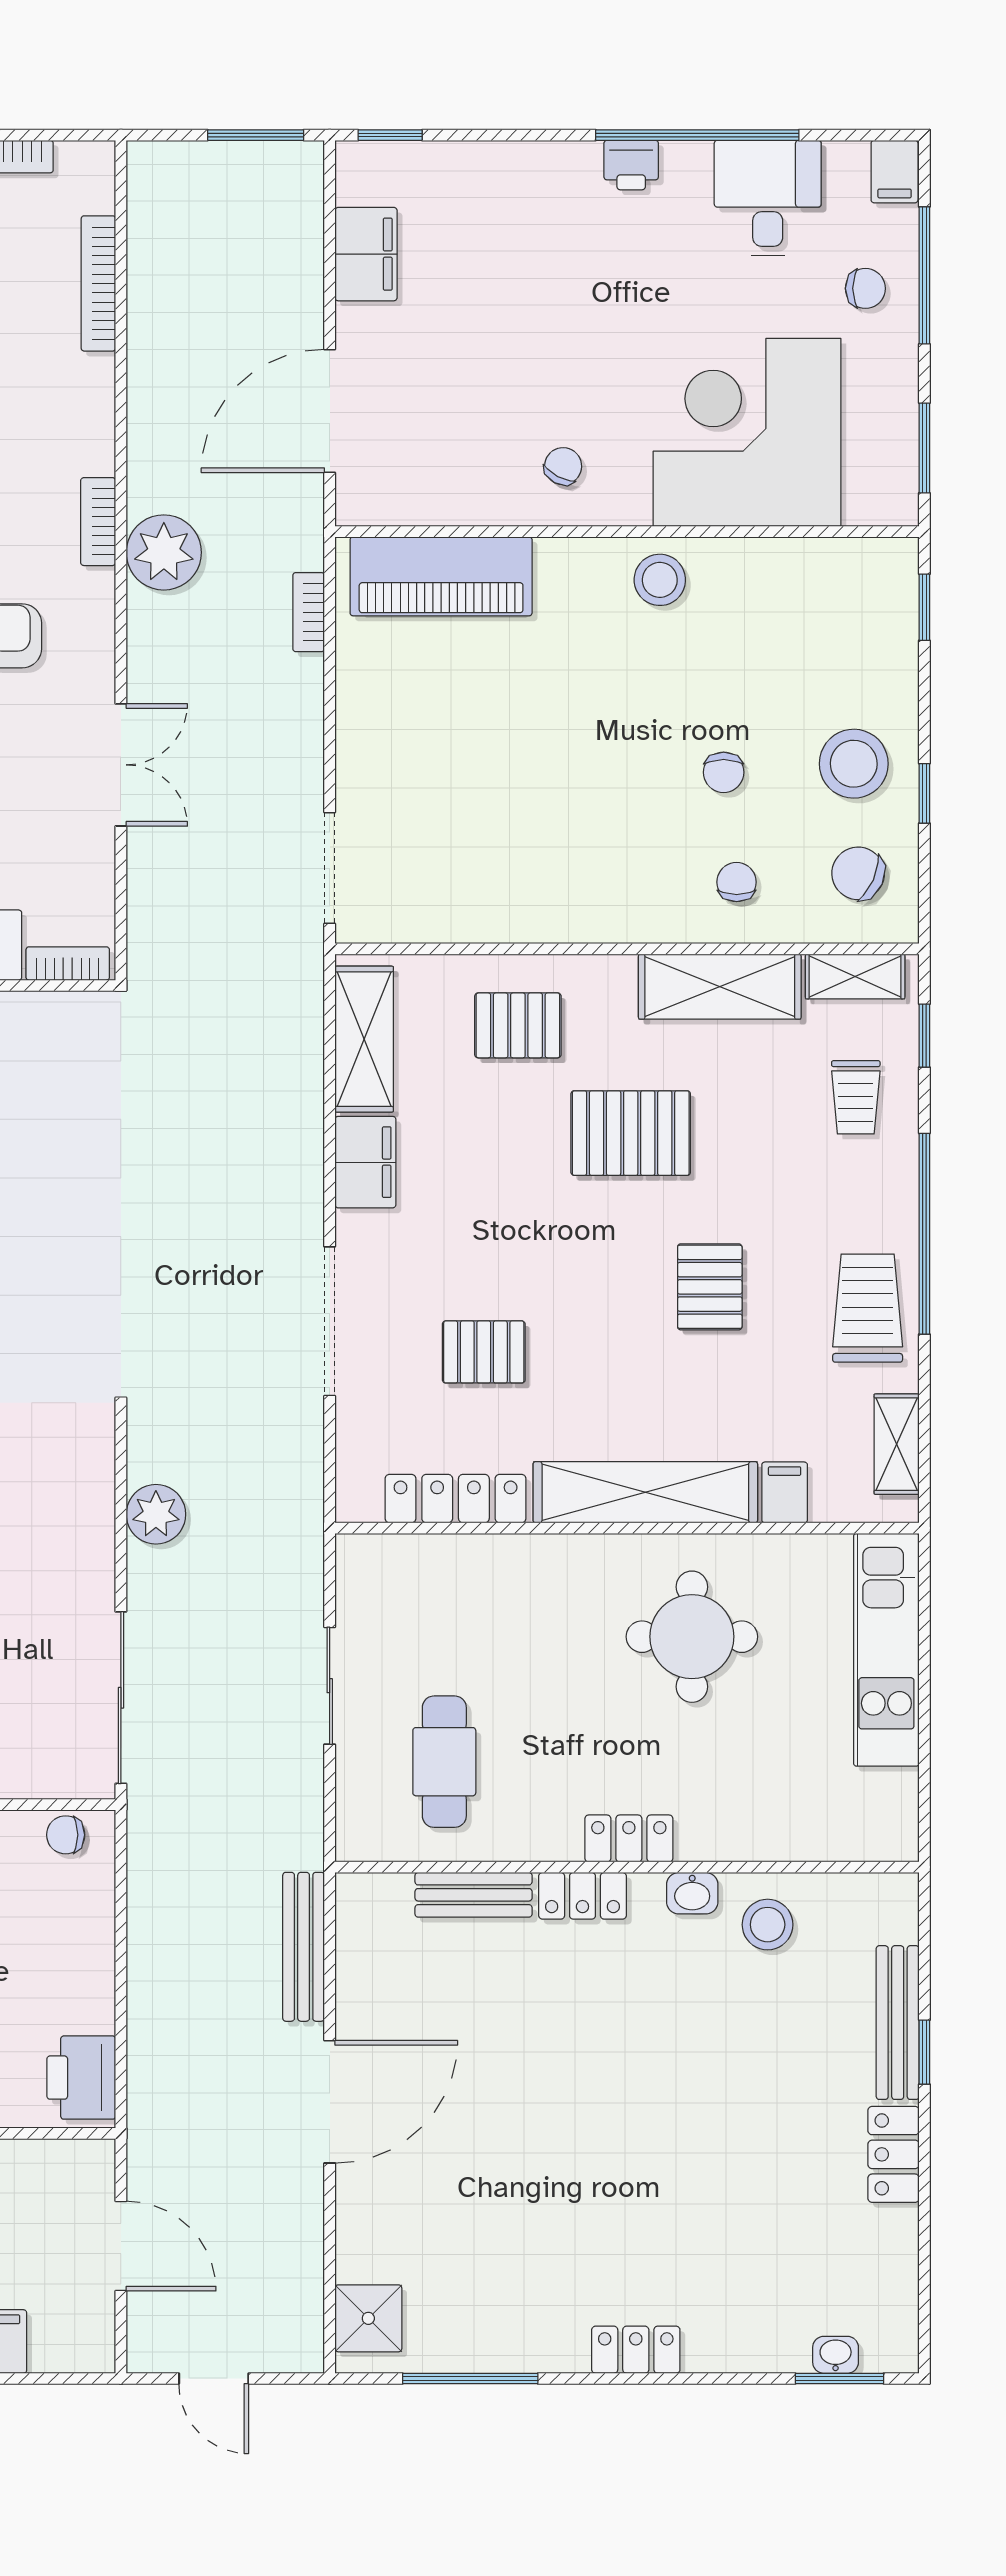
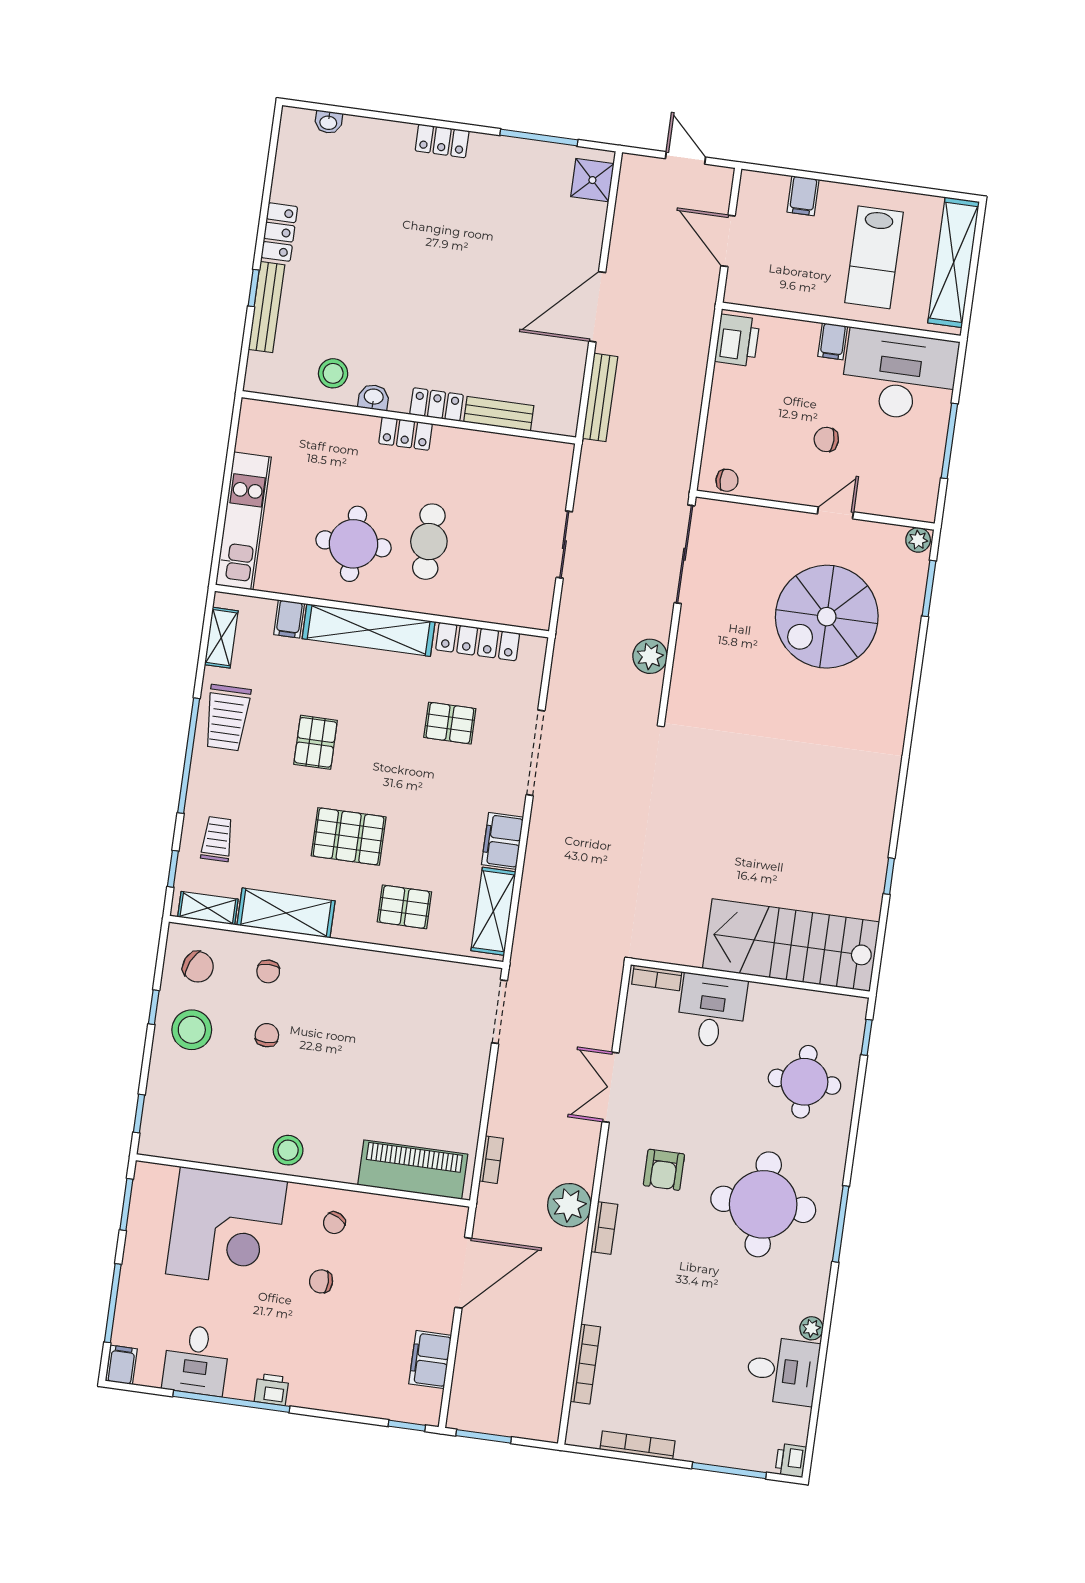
chair: (865, 288) -> (321, 1281), moved
cafe table: (444, 1762) -> (429, 542), moved
window: (839, 2378) -> (328, 108), removed

